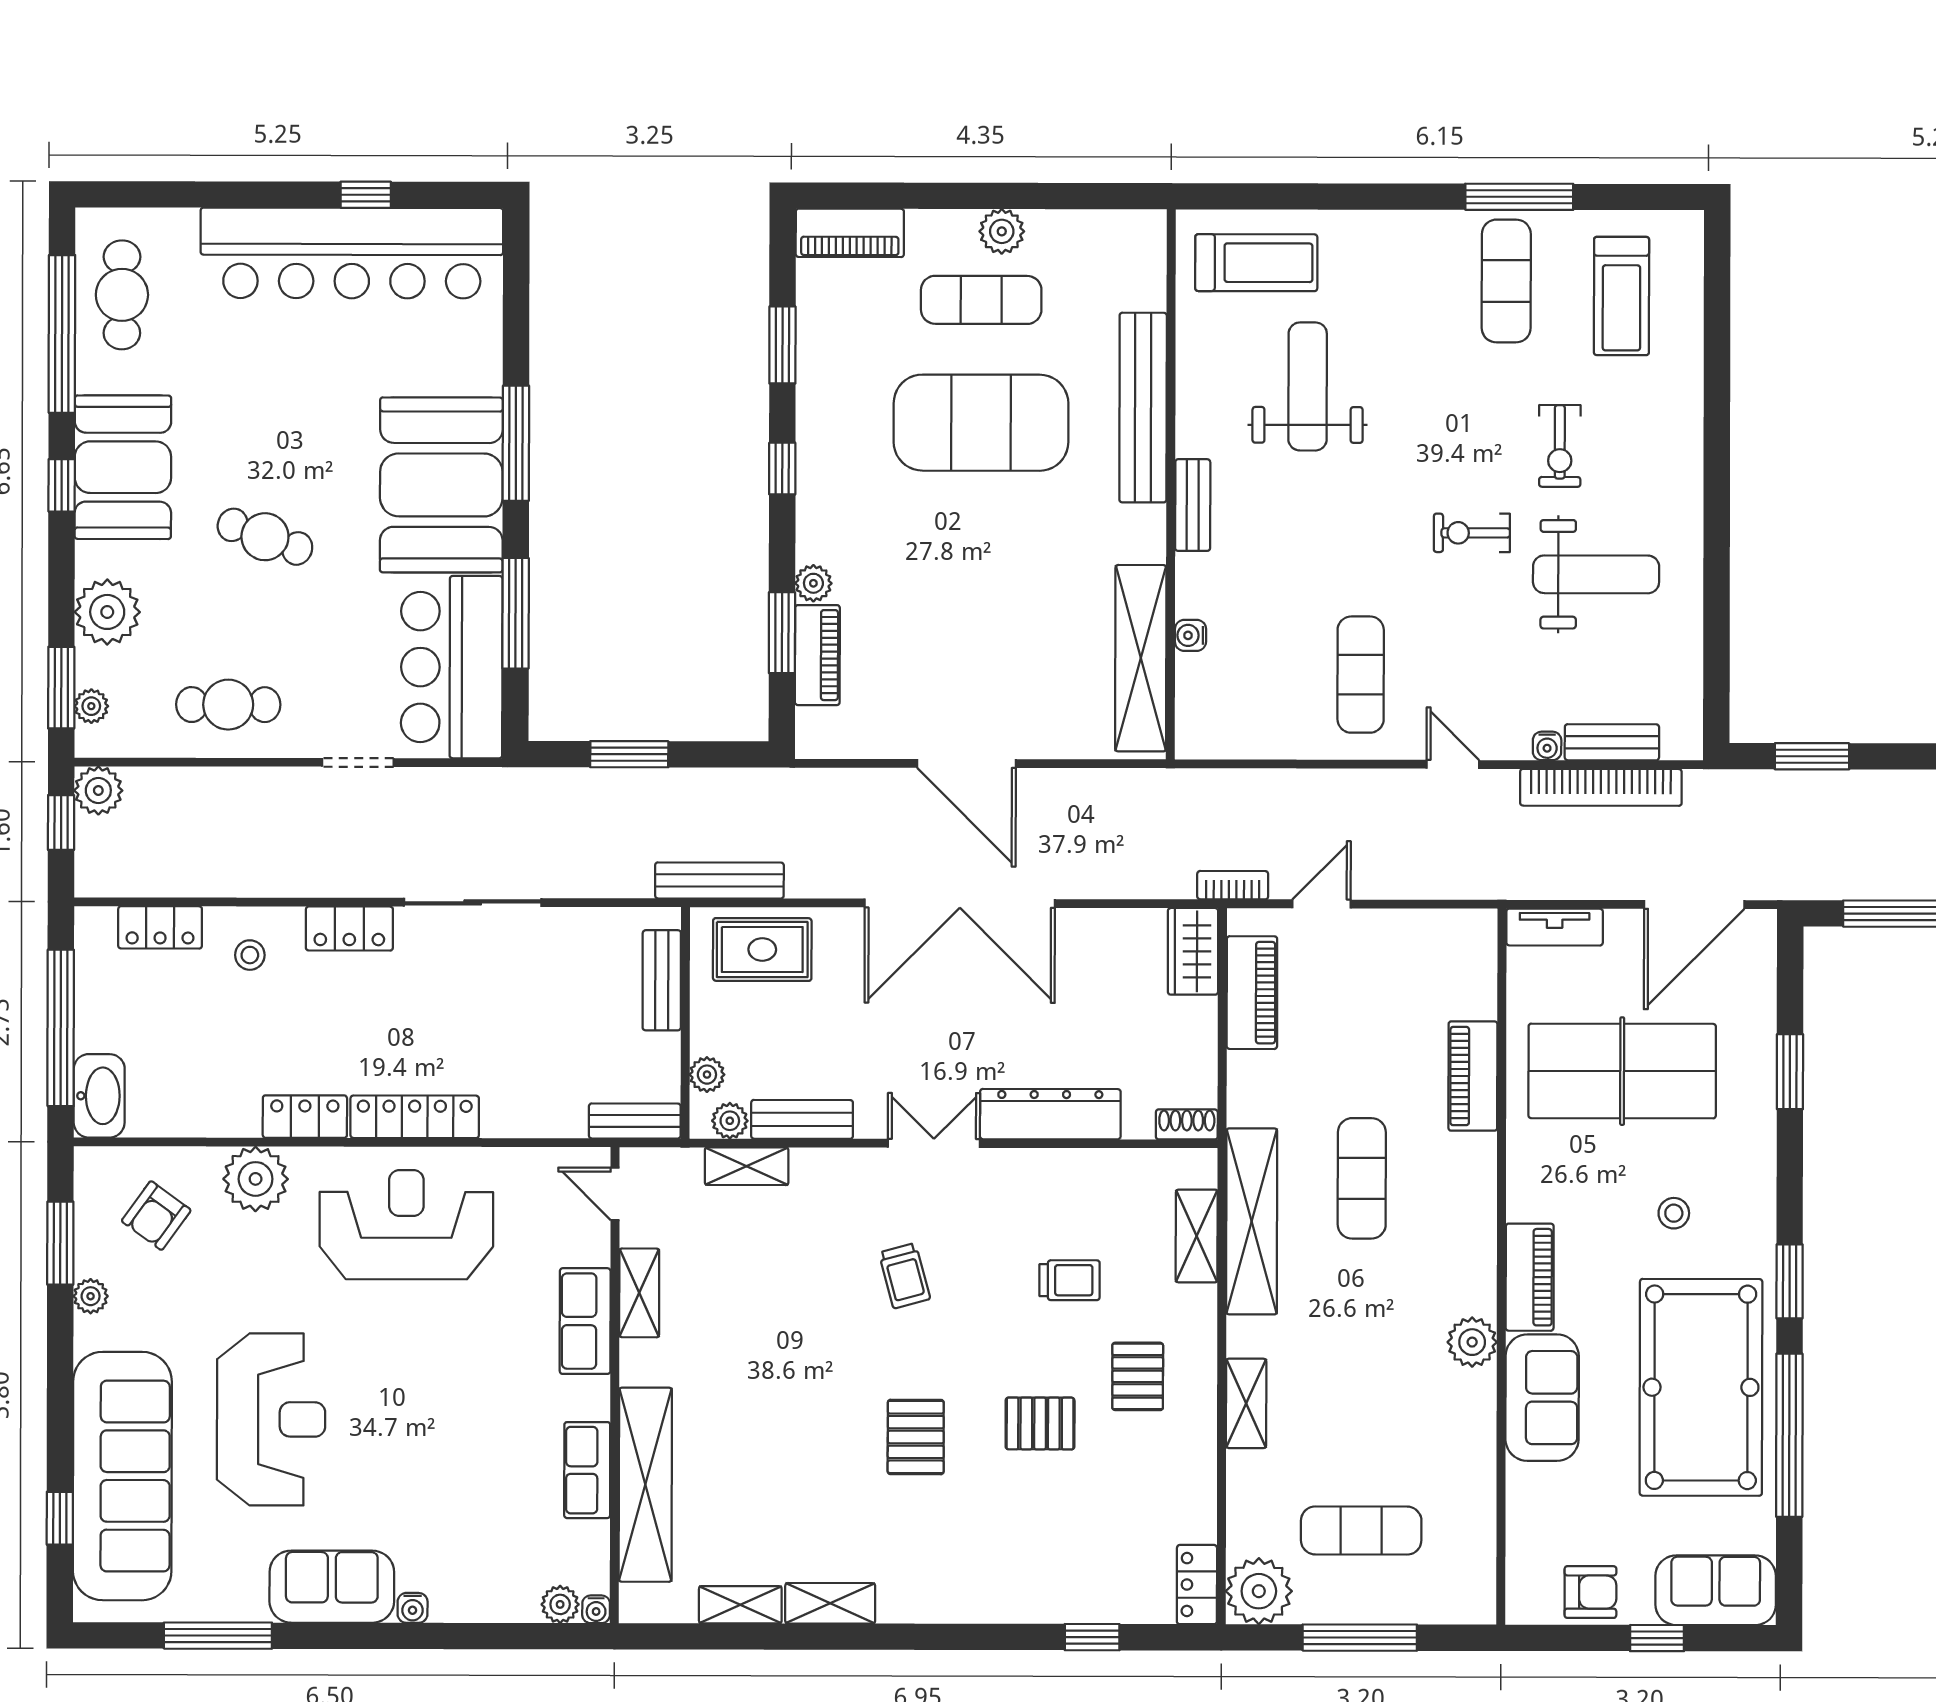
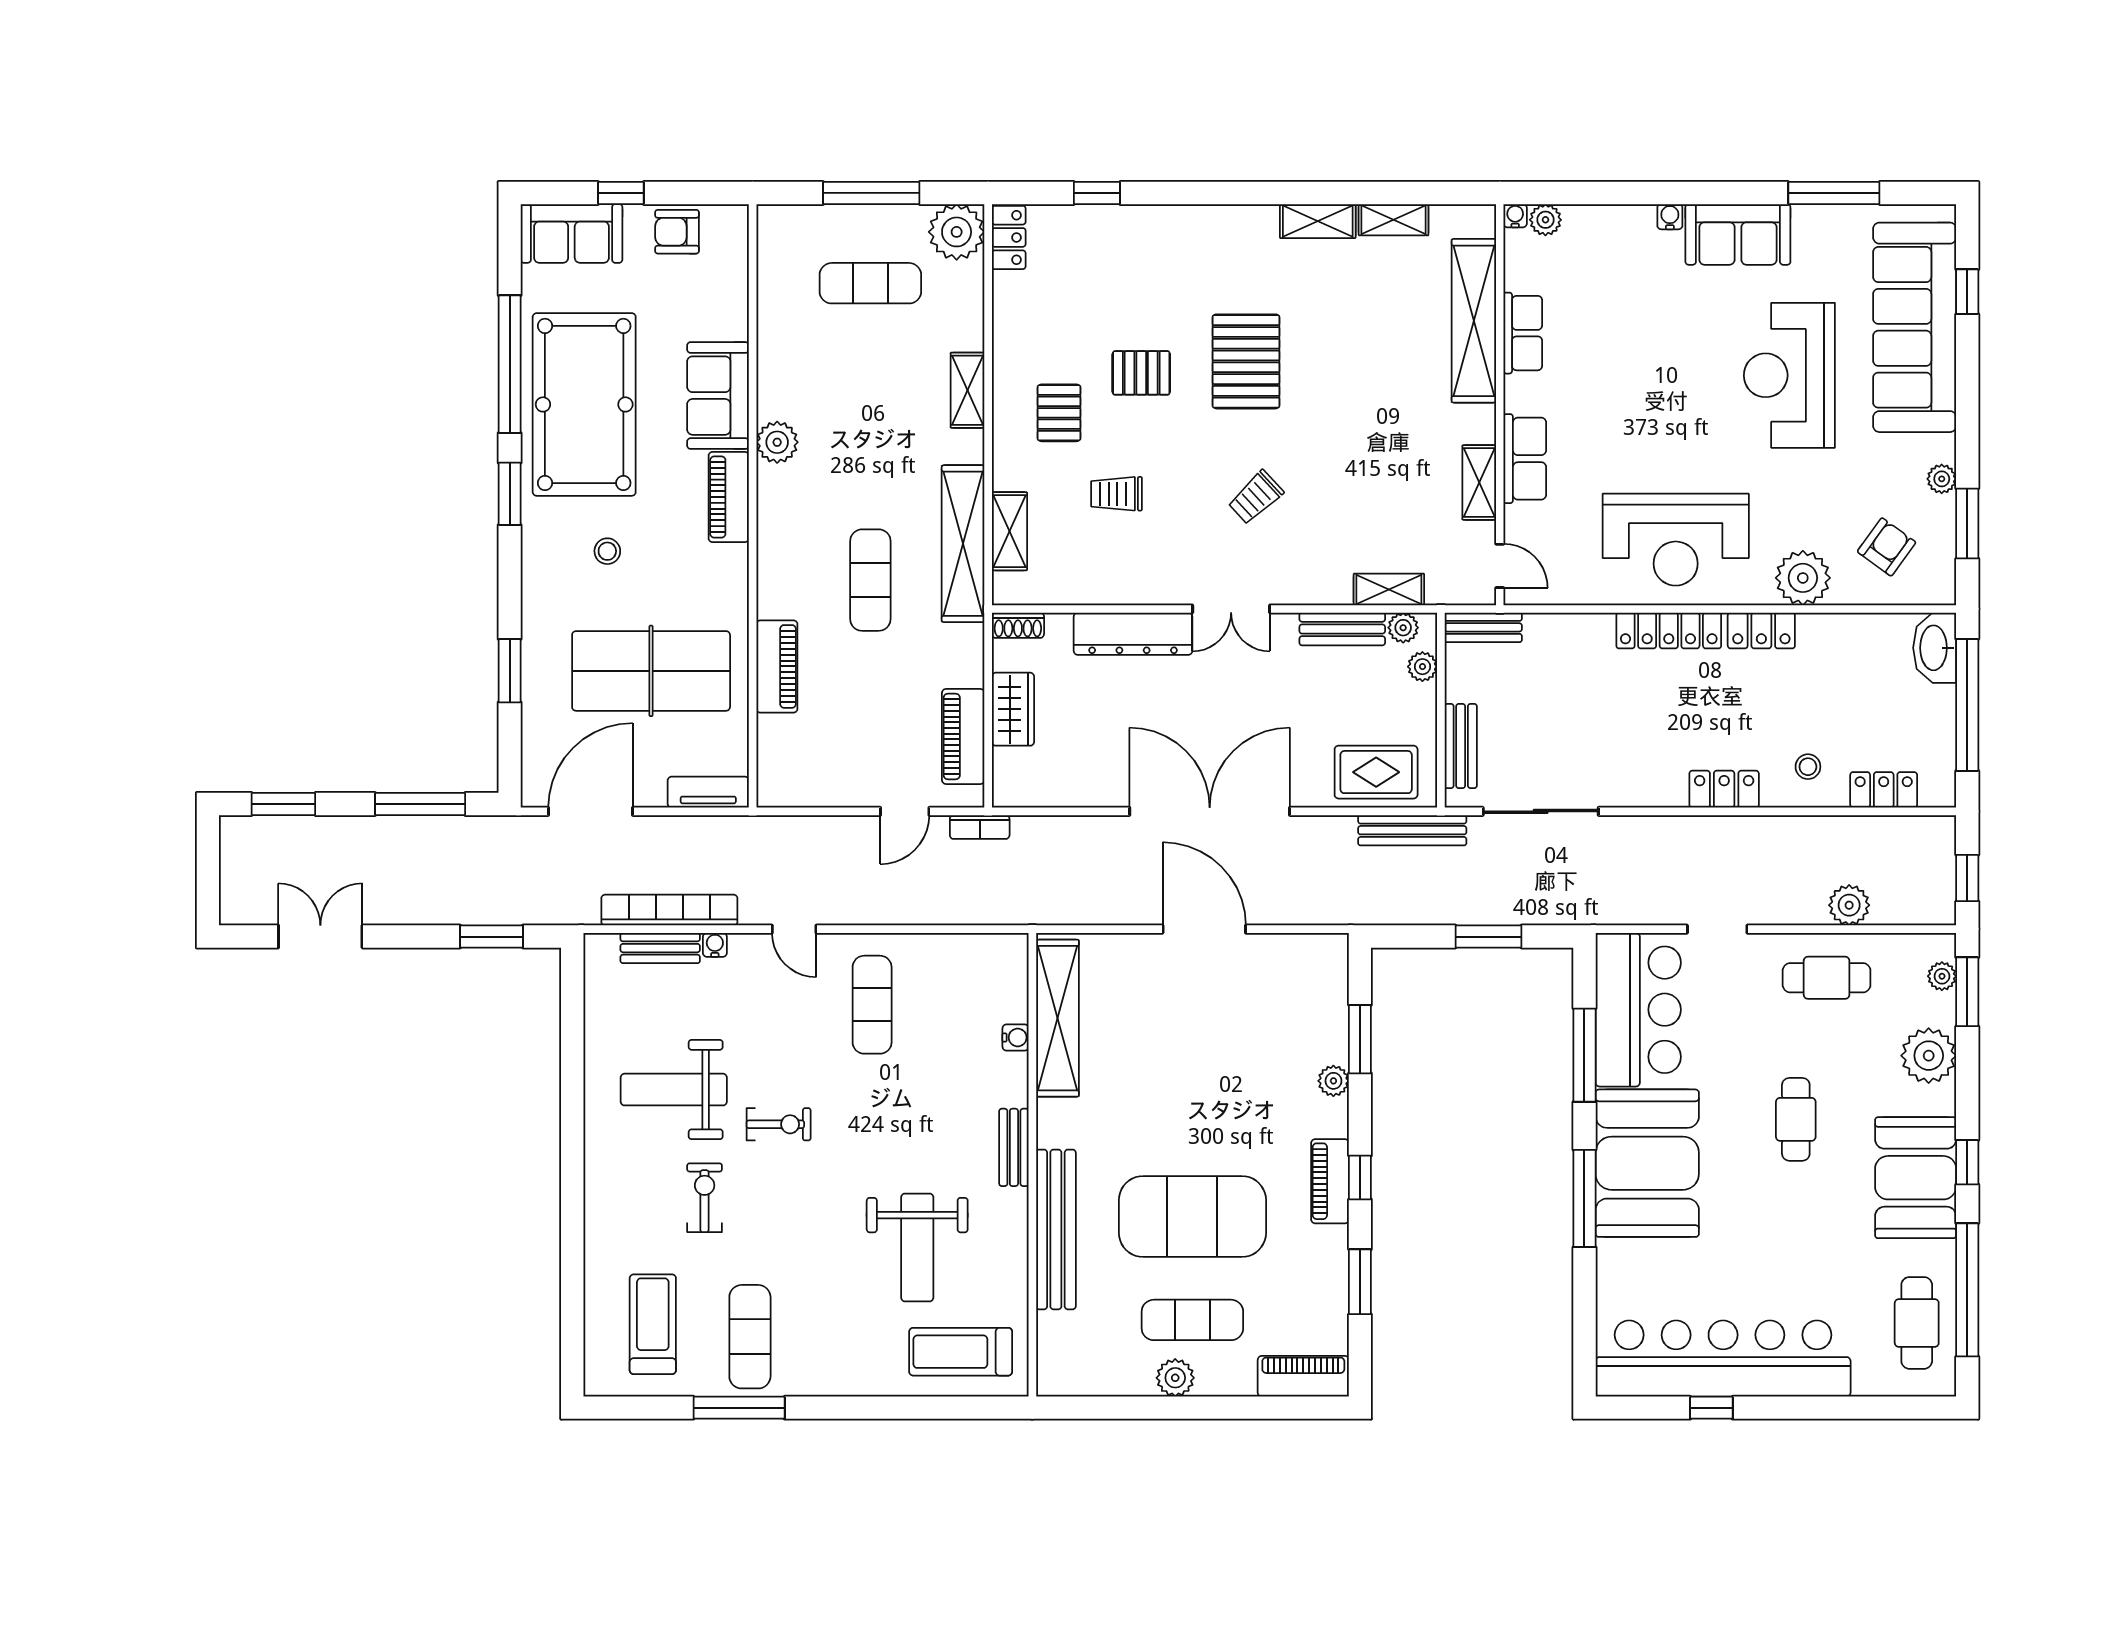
cafe table: (265, 537) -> (1796, 1119), turned 70
piano: (817, 655) -> (1330, 1181), moved
plant: (98, 790) -> (1849, 905), moved
sliding door: (473, 902) -> (1541, 811), moved
wardrobe: (1193, 951) -> (1013, 709), moved
trolley: (905, 1276) -> (1256, 497), turned -118
pallet: (916, 1437) -> (1246, 361), width x1.50, depth x1.42

